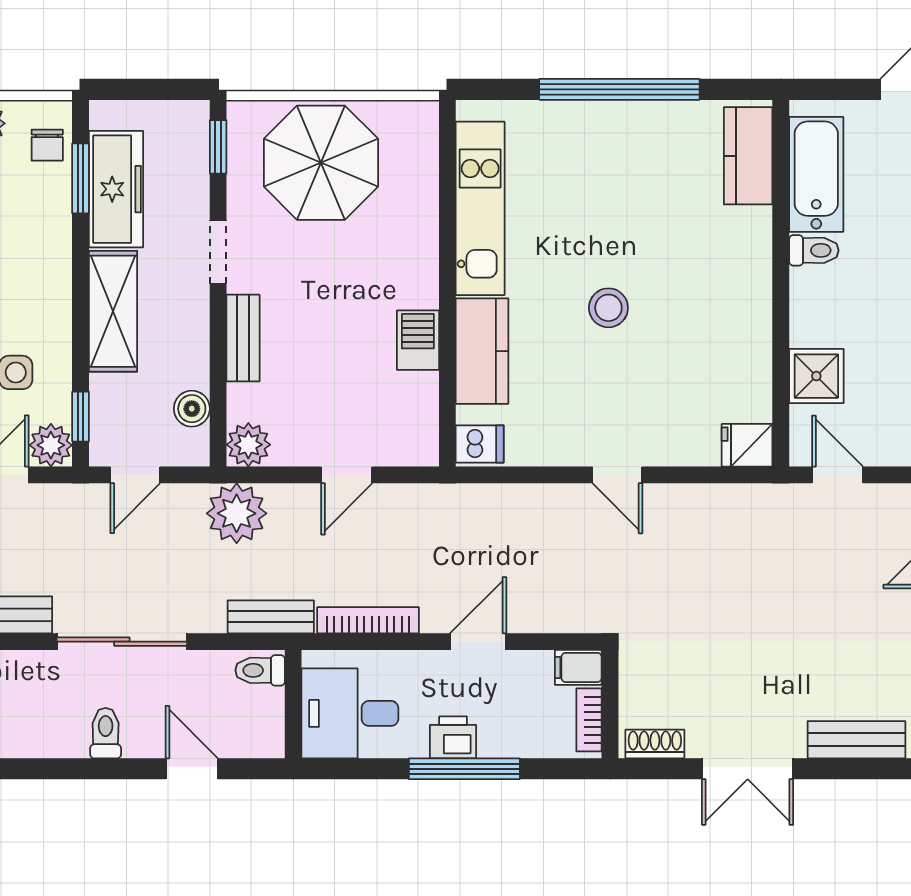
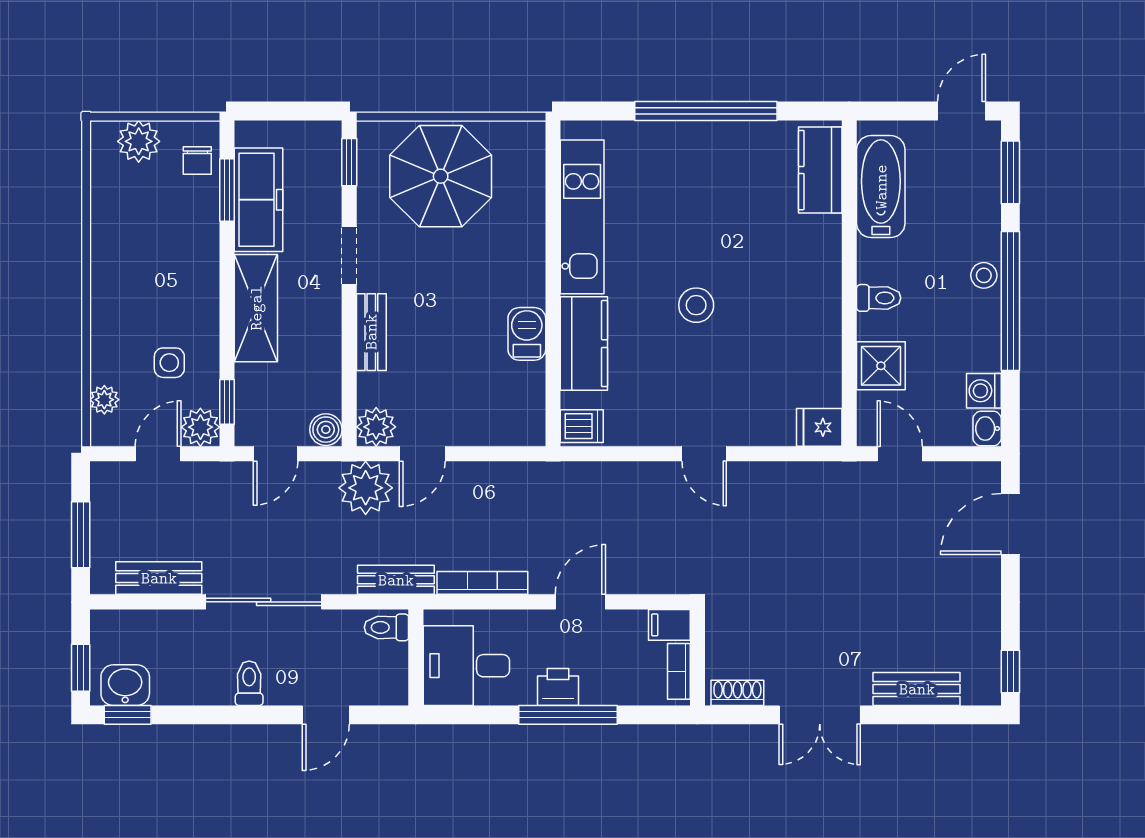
toilet: (814, 250) -> (879, 298), moved
boiler: (192, 409) -> (326, 430), moved
door: (347, 475) -> (422, 454), moved
door: (192, 769) -> (326, 715), swing flipped

